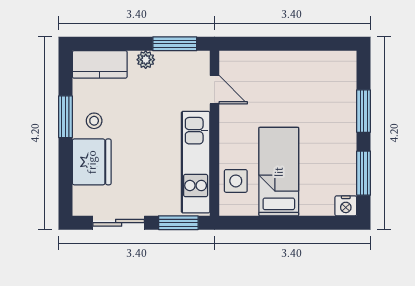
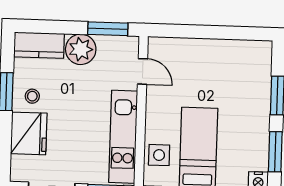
plant: (146, 60) -> (81, 49), width x1.88, depth x1.88

